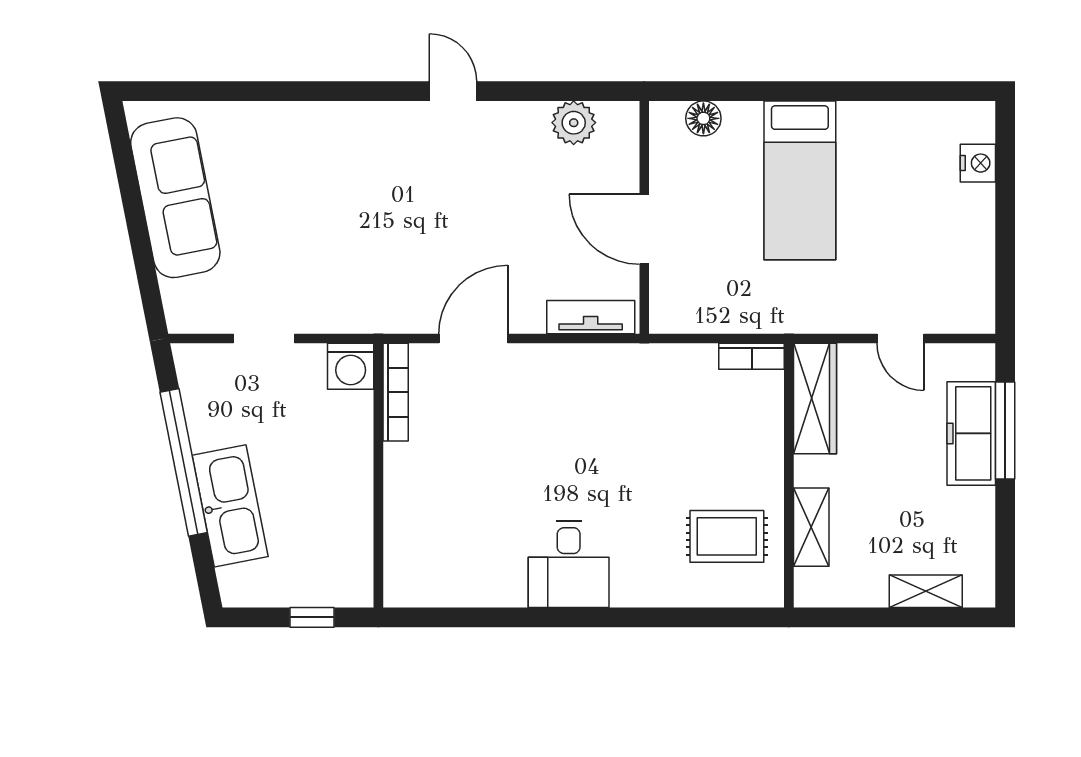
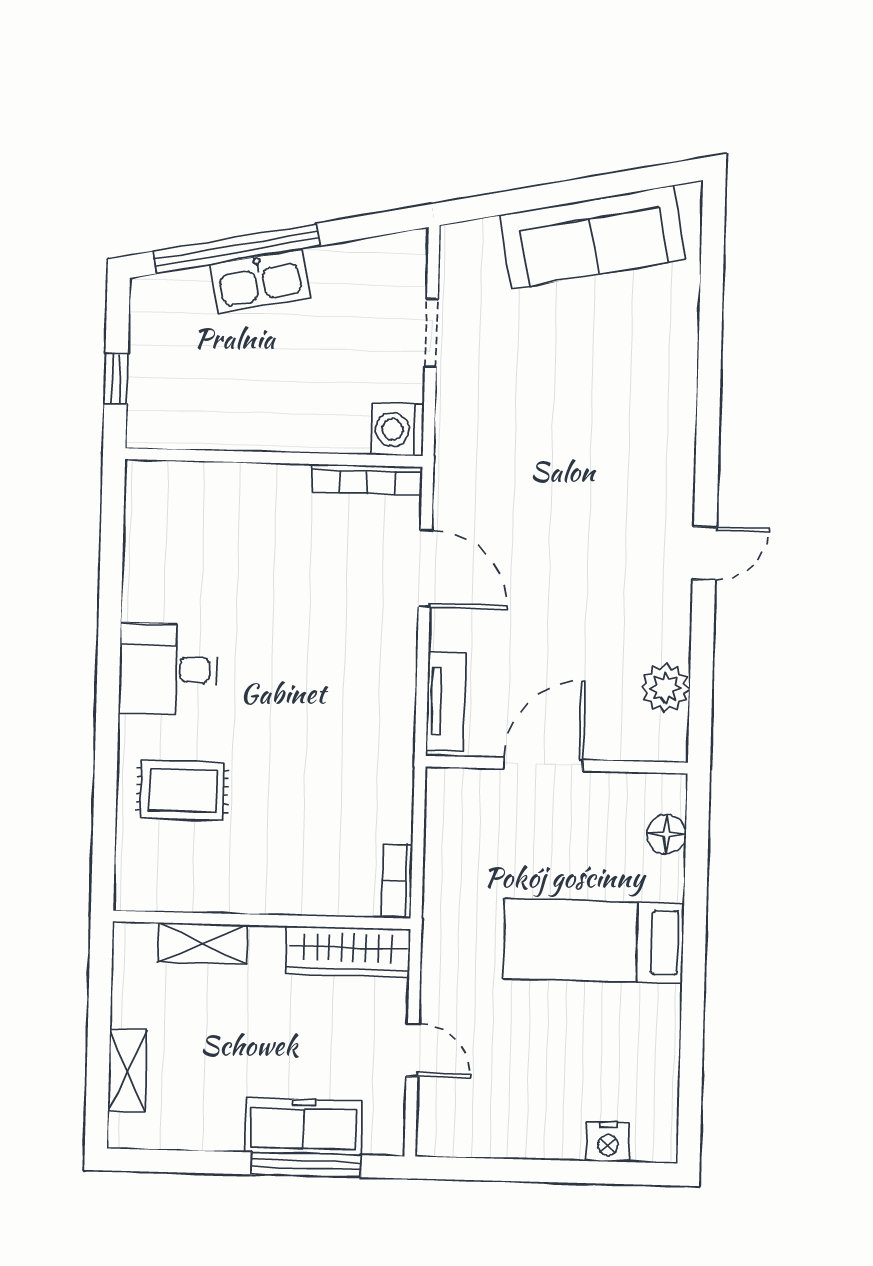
door: (900, 339) -> (413, 1050), swing flipped
window: (184, 462) -> (236, 249), moved
kitchen sink: (230, 506) -> (260, 281), width x0.73, depth x0.81
rug: (727, 536) -> (182, 790), moved, turned 90

